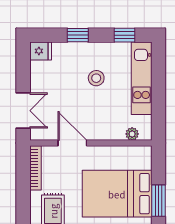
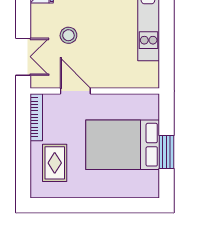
stool: (96, 78) -> (68, 35), moved
plant: (132, 134) -> (139, 82), removed

